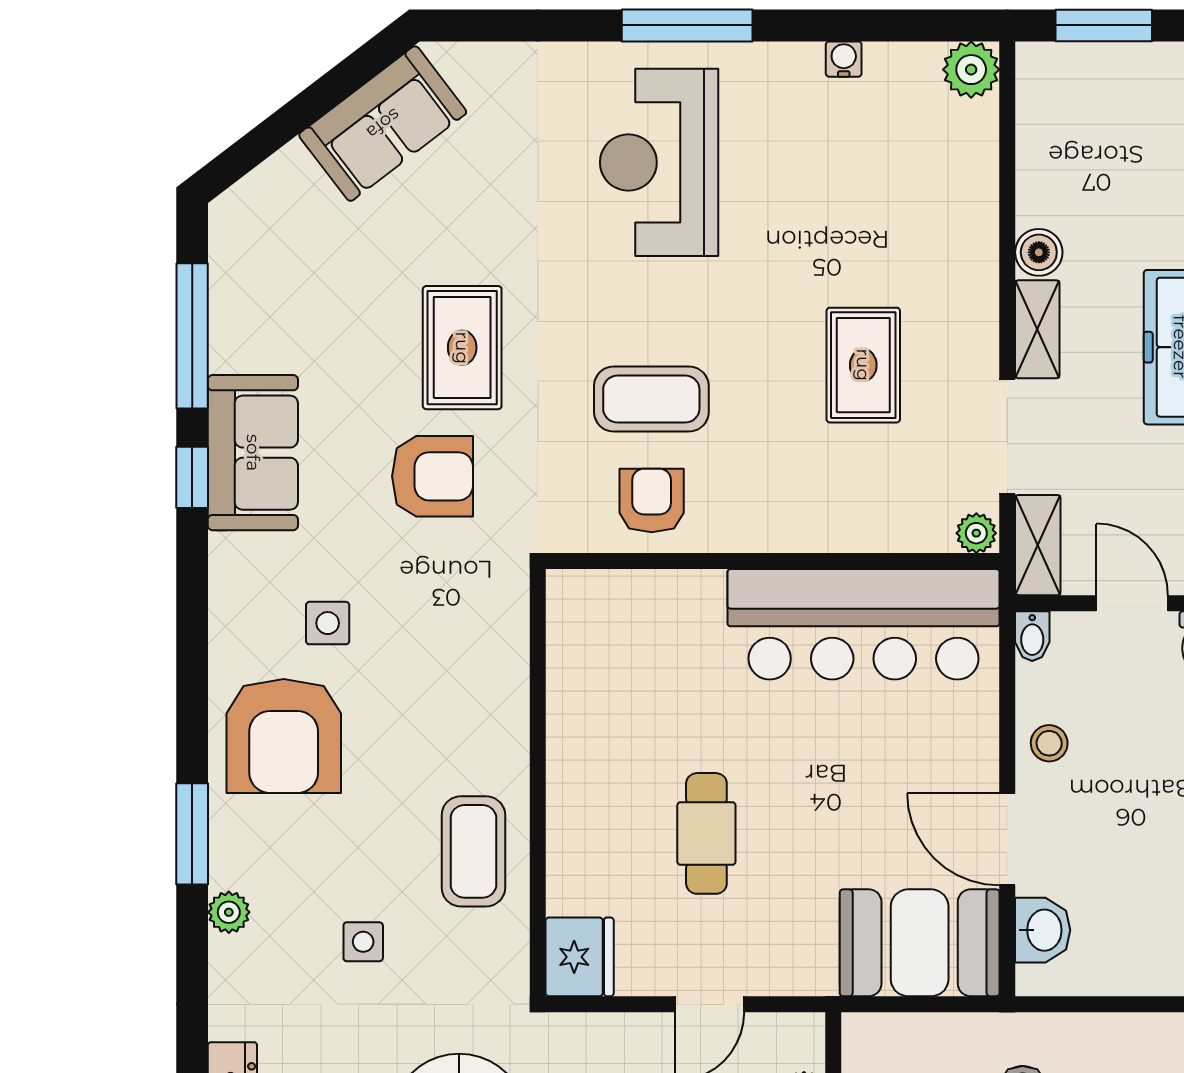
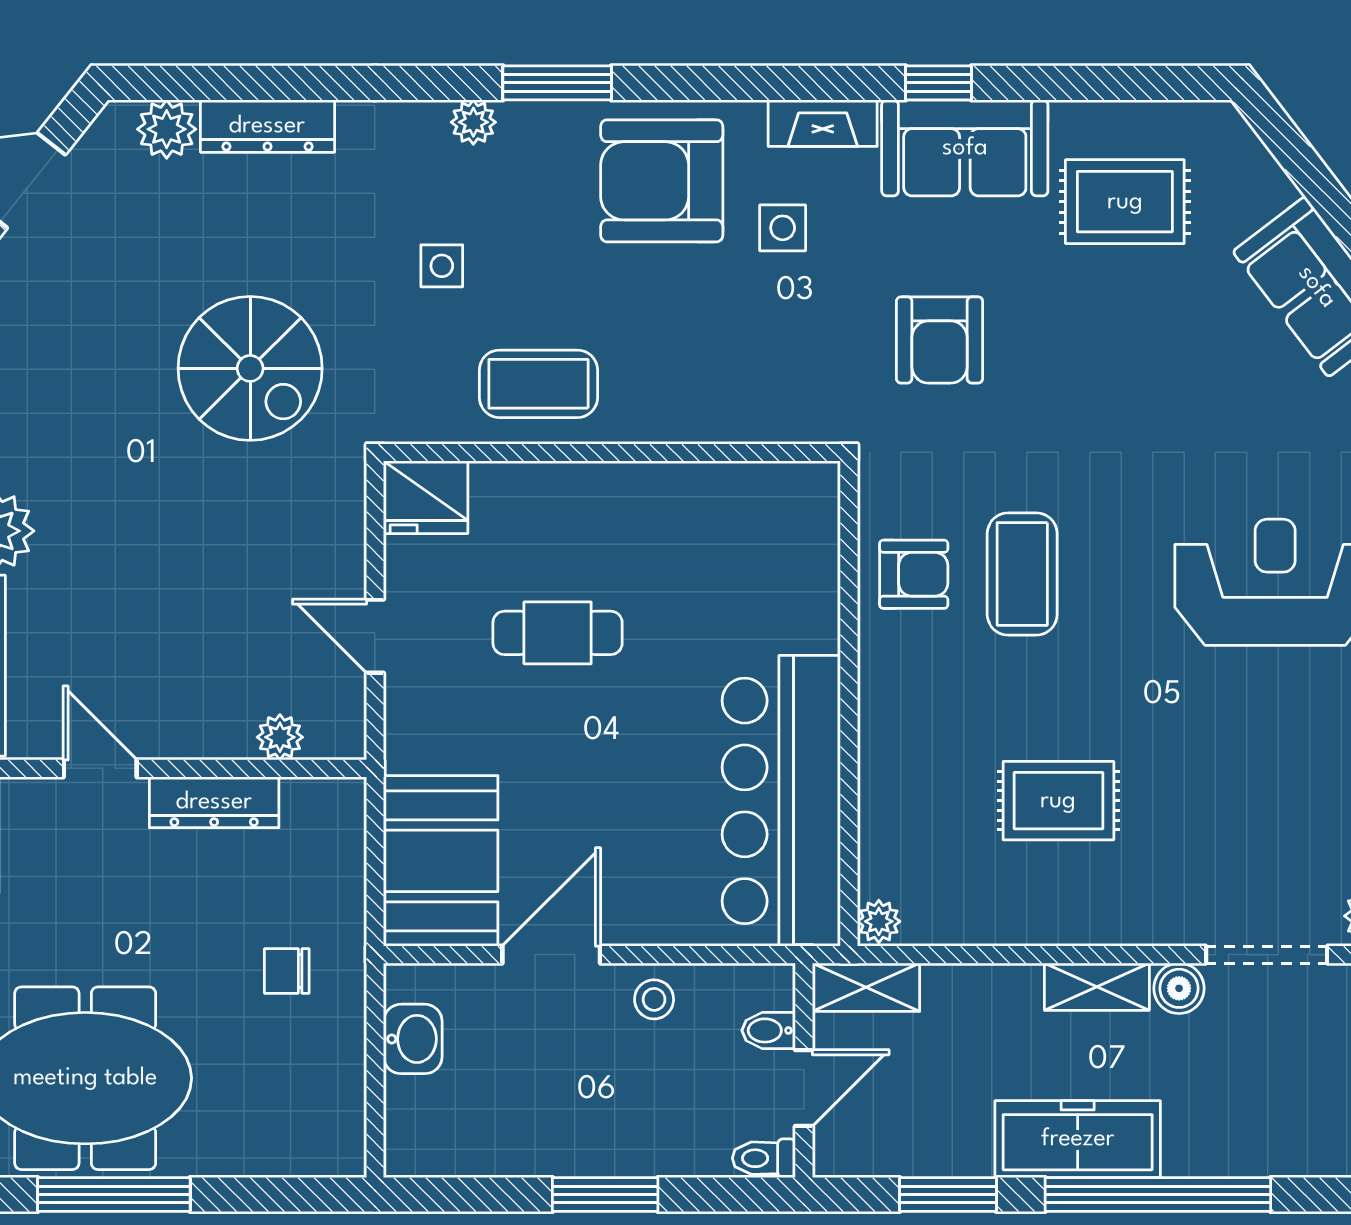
window: (192, 336) -> (1090, 83), removed
rug: (462, 348) -> (1125, 202), moved
doorway: (1007, 437) -> (1267, 955), moved
fireplace: (230, 586) -> (823, 123), added
bidet: (1032, 636) -> (769, 1030), moved
washbasin: (1043, 930) -> (413, 1039), moved, turned -90

